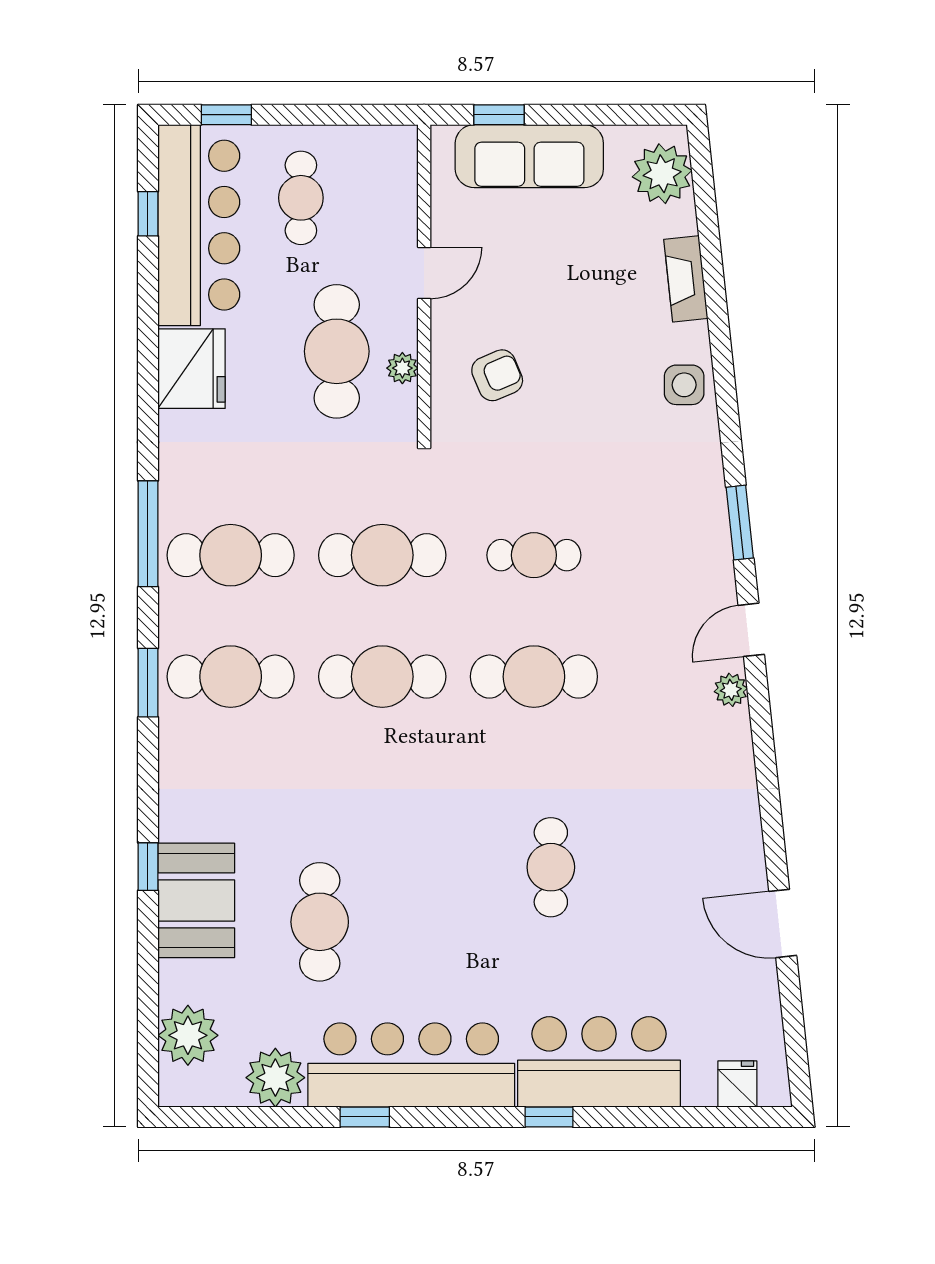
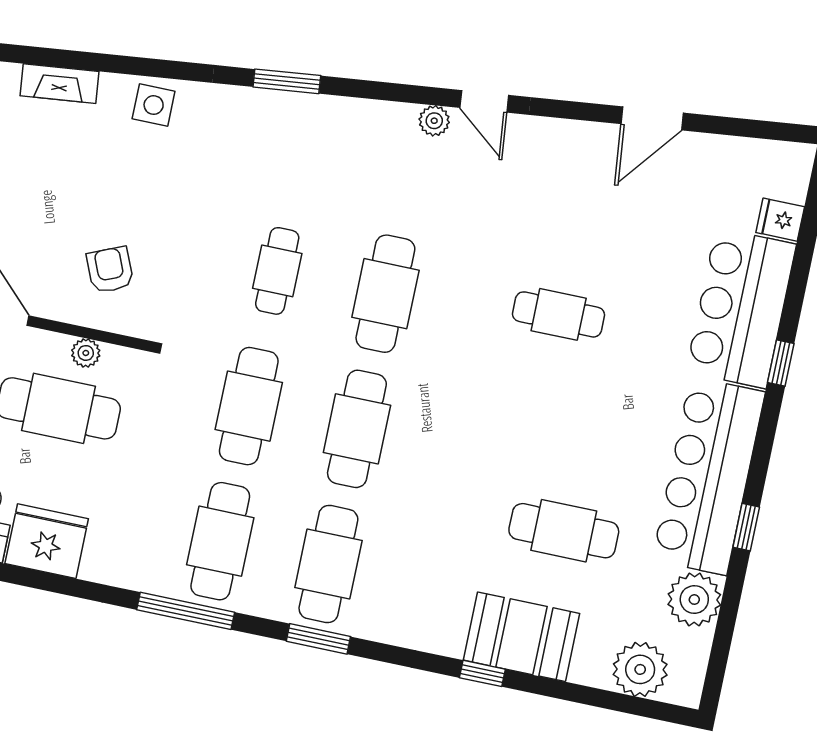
door: (751, 630) -> (484, 101), moved
fridge: (737, 1084) -> (780, 220), moved

